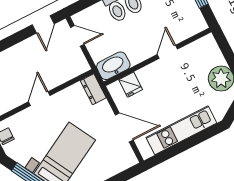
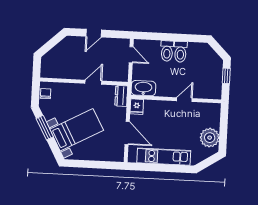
door: (43, 24) -> (94, 33), moved
fridge: (131, 85) -> (137, 107), moved
door: (39, 99) -> (93, 82), moved

